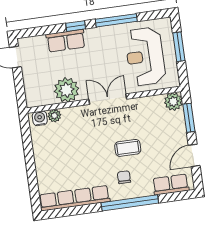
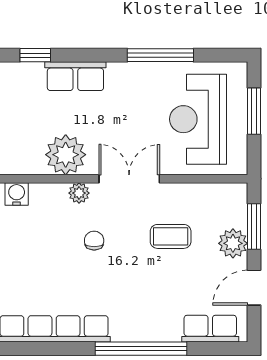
window: (76, 26) -> (35, 55), moved
plant: (173, 102) -> (233, 243), moved
plant: (54, 116) -> (79, 193), moved
coffee table: (128, 148) -> (171, 236), moved
chair: (124, 177) -> (94, 241), moved

